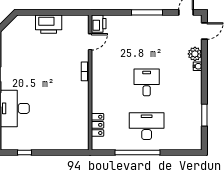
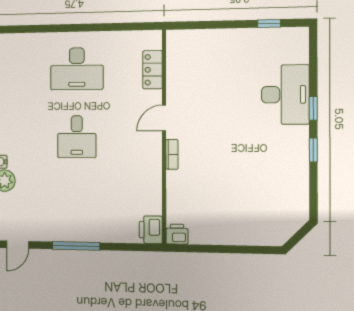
printer: (49, 24) -> (177, 234), moved, width x0.53, depth x0.68
door: (90, 42) -> (164, 118), moved
window: (137, 153) -> (91, 28), removed

